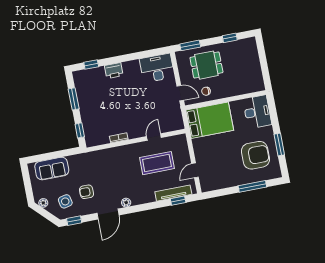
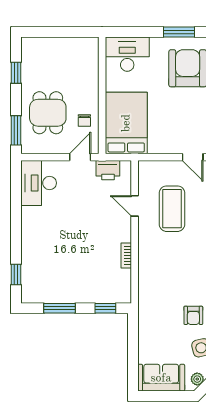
printer: (114, 71) -> (108, 170), moved, turned 90
sofa: (52, 169) -> (161, 378), moved, turned -90

